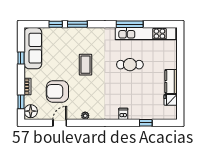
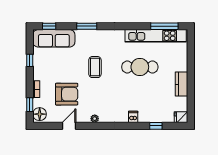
window: (56, 24) -> (49, 26), moved
window: (130, 24) -> (164, 26), moved
sofa: (33, 48) -> (54, 38), moved, turned 90
cafe table: (130, 65) -> (140, 67), width x1.37, depth x1.35
armchair: (57, 91) -> (67, 94), turned 180
fridge: (171, 100) -> (181, 117), moved

